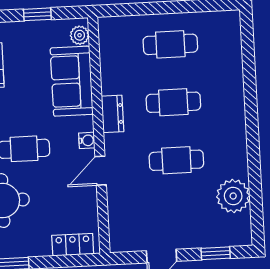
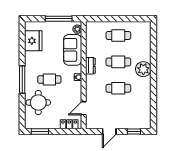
window: (37, 14) -> (59, 19), width x2.17
door: (101, 171) -> (84, 108), moved
plant: (233, 196) -> (143, 69), moved

